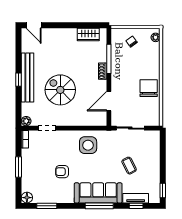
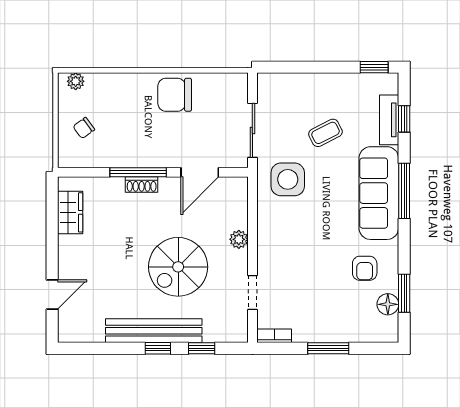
door: (34, 25) -> (52, 295), moved
window: (109, 59) -> (138, 172), moved
door: (109, 101) -> (200, 172), hinge flipped
window: (19, 102) -> (202, 348), added
plant: (26, 121) -> (239, 239), moved
side table: (88, 145) -> (288, 179), moved
armchair: (62, 172) -> (365, 268), moved
floor lamp: (27, 198) -> (388, 304), moved

